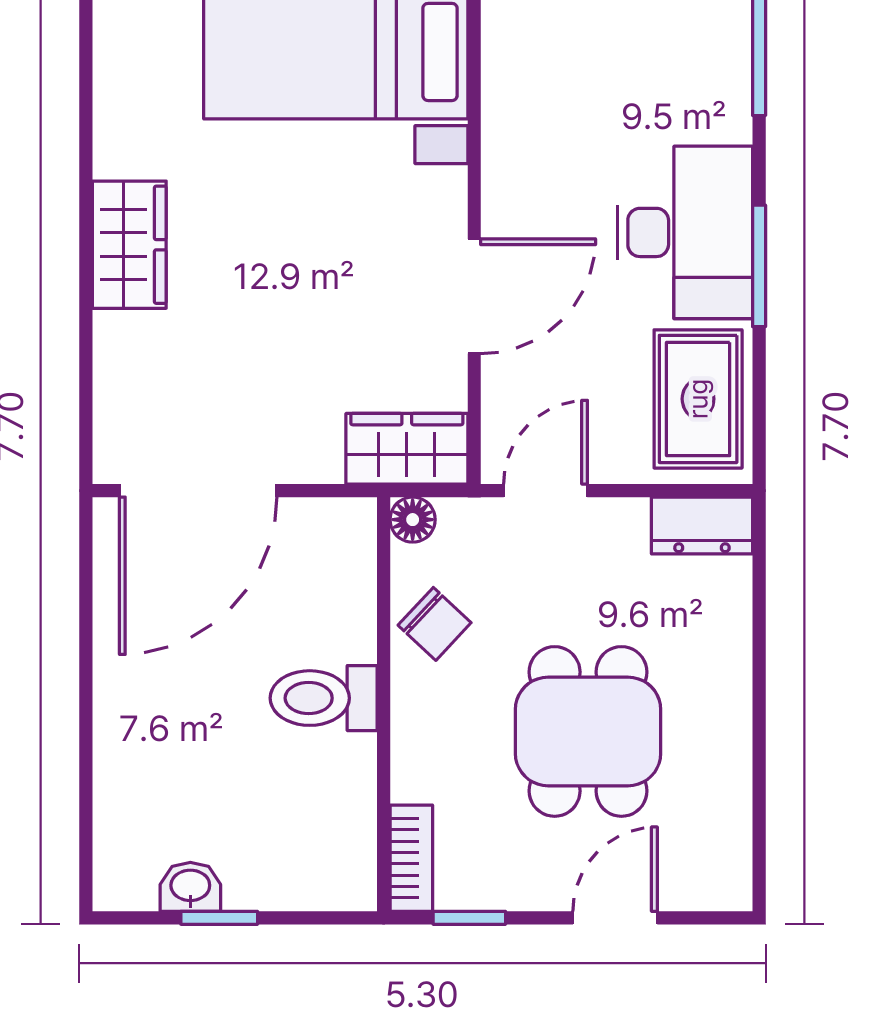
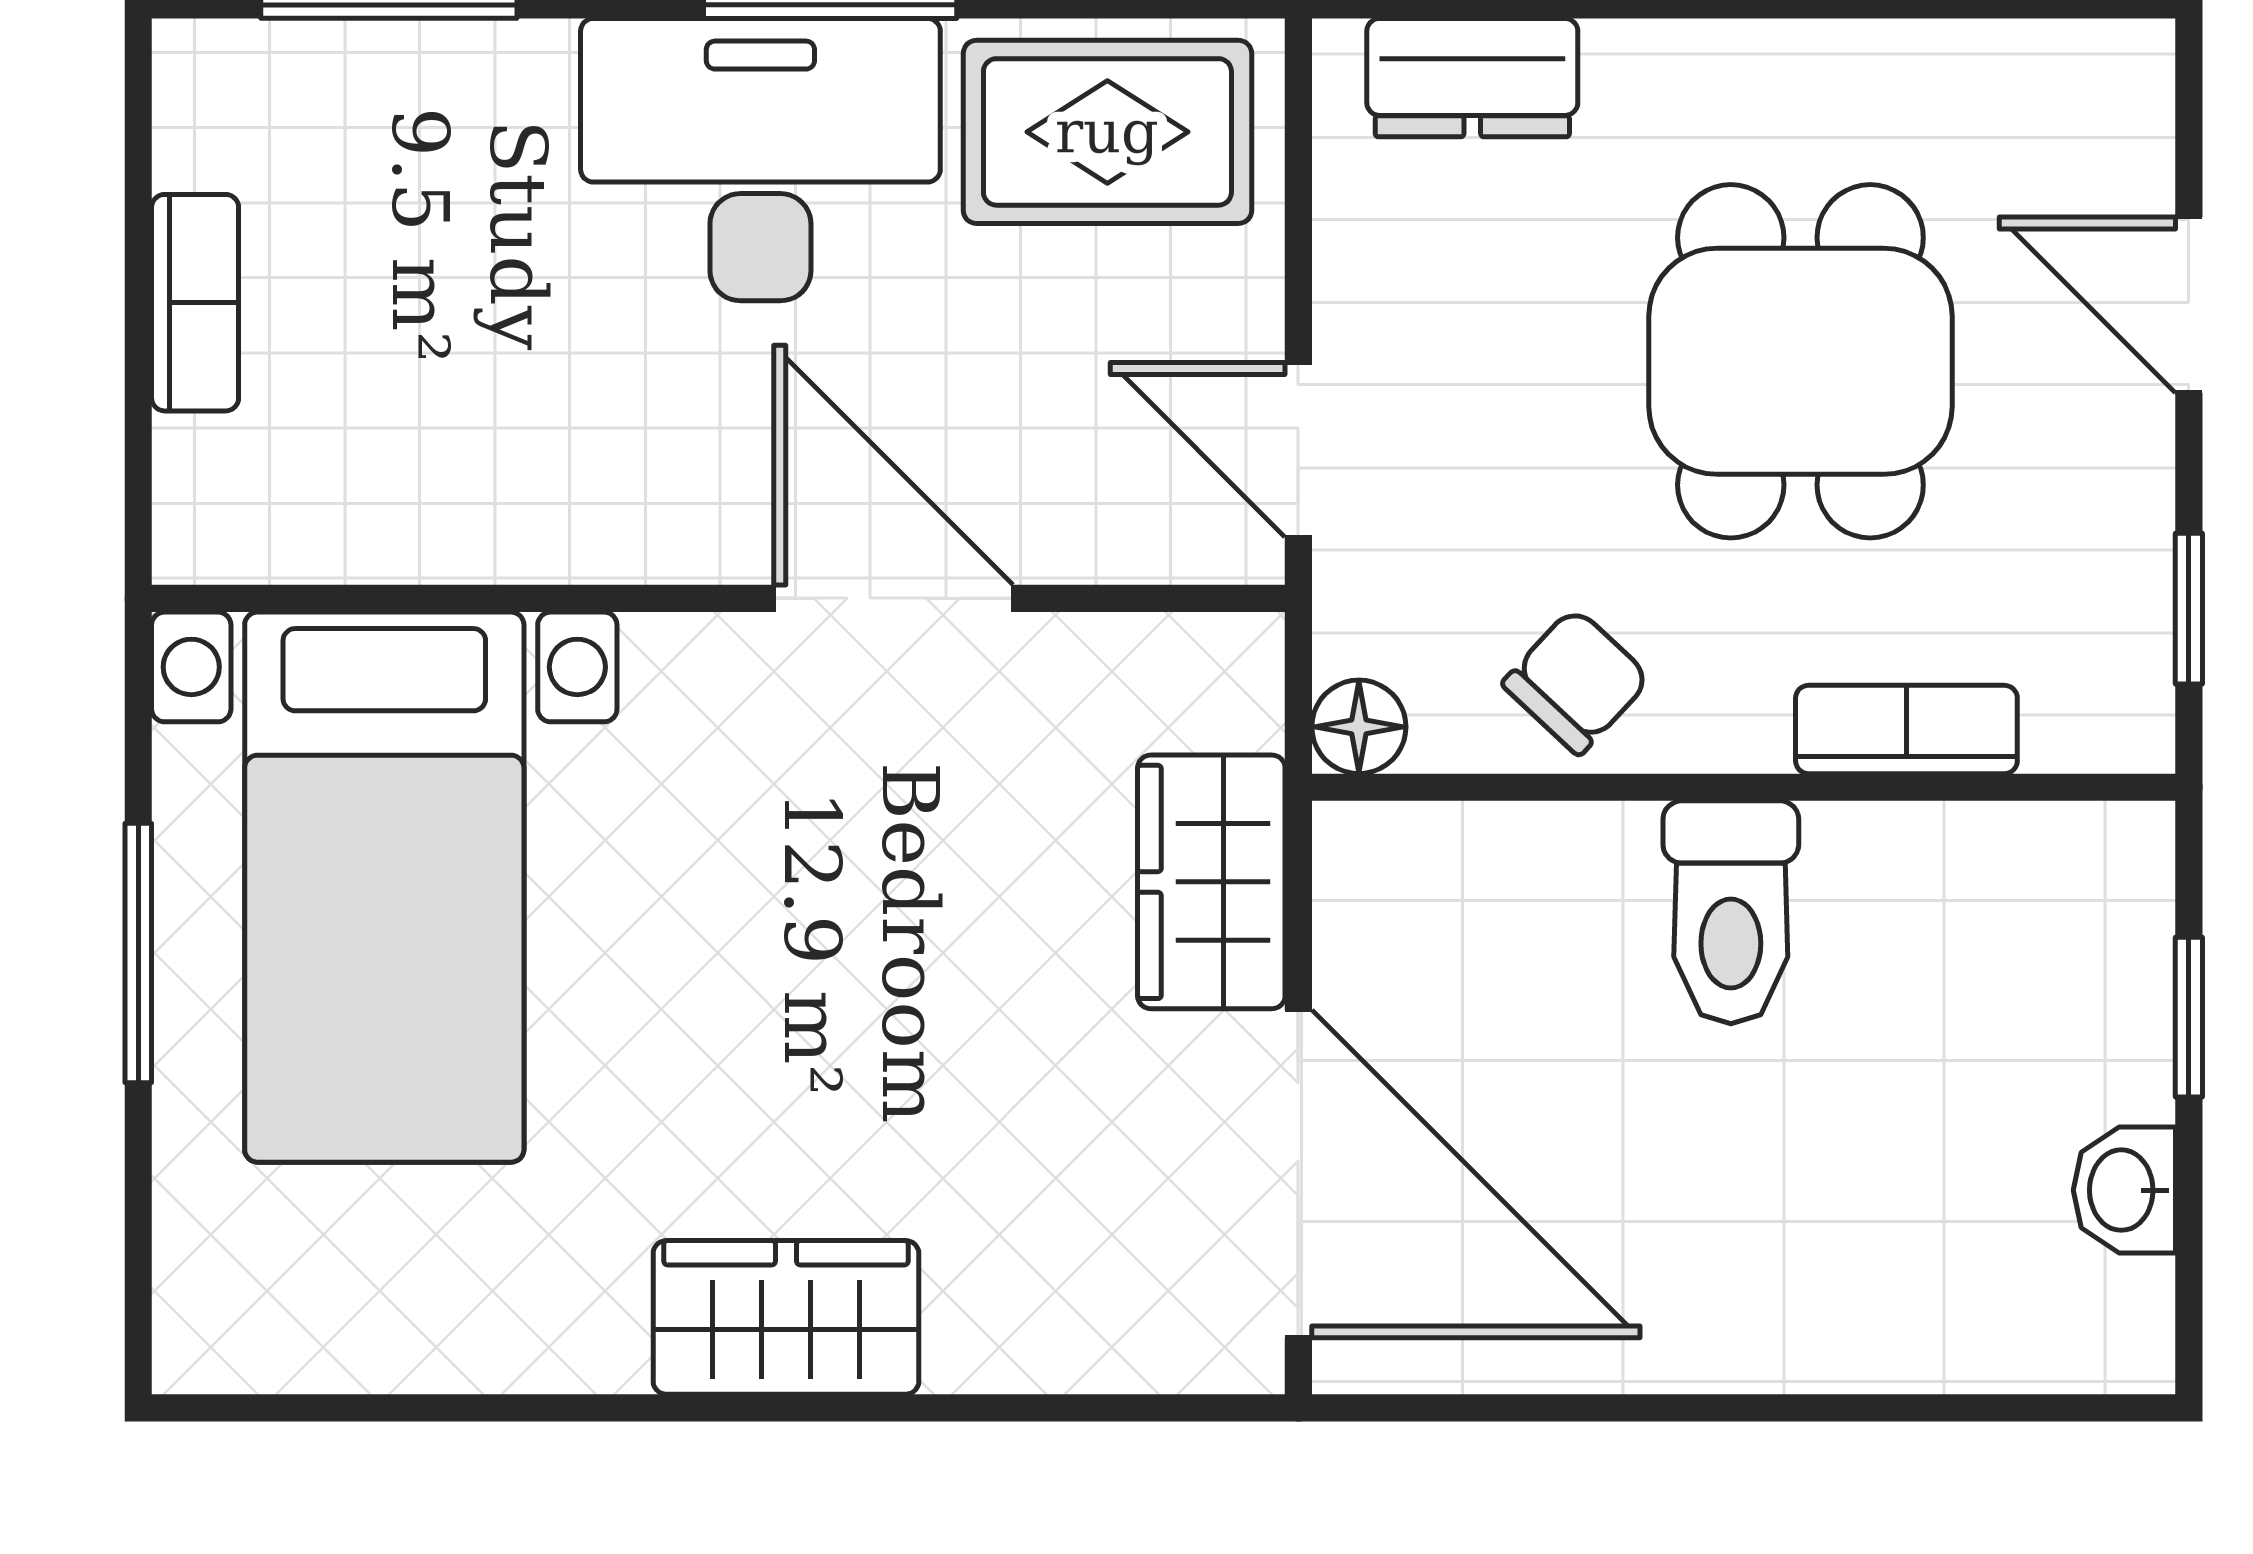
wardrobe: (407, 449) -> (1211, 882), moved
dresser: (702, 526) -> (1472, 78), moved, turned 90
dining table: (588, 731) -> (1800, 361), turned 90
bookcase: (411, 858) -> (1906, 729), moved
window: (219, 918) -> (2189, 1017), moved

